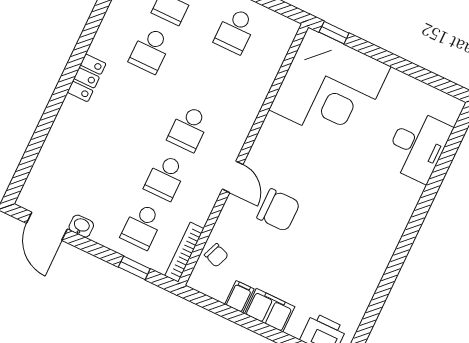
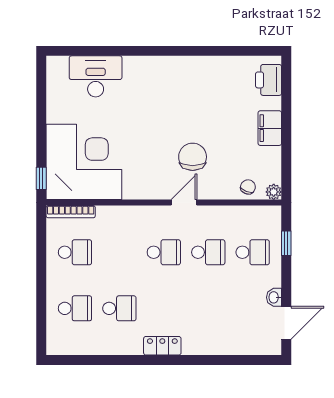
bookcase: (184, 252) -> (71, 212), moved
plant: (198, 281) -> (274, 192), added
filing cabinet: (239, 297) -> (270, 155), removed

